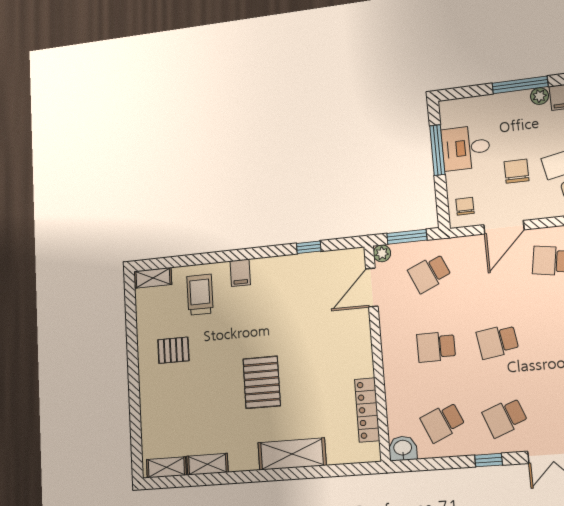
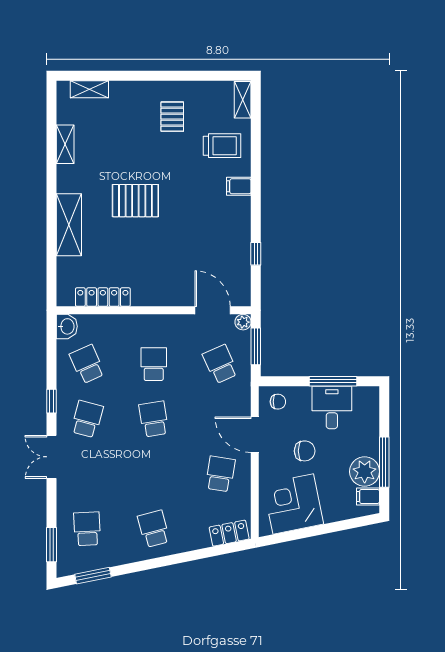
plant: (540, 96) -> (365, 472), width x1.87, depth x1.87
school desk: (505, 417) -> (87, 419), turned 36
shelving: (166, 467) -> (89, 89), moved, turned 90

